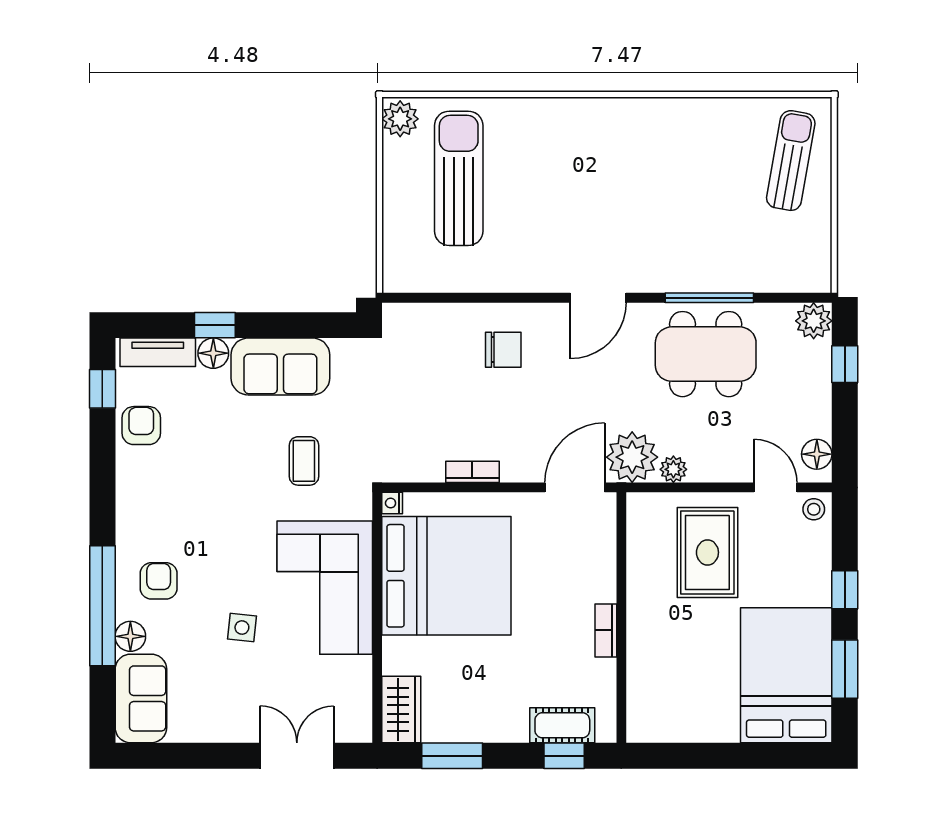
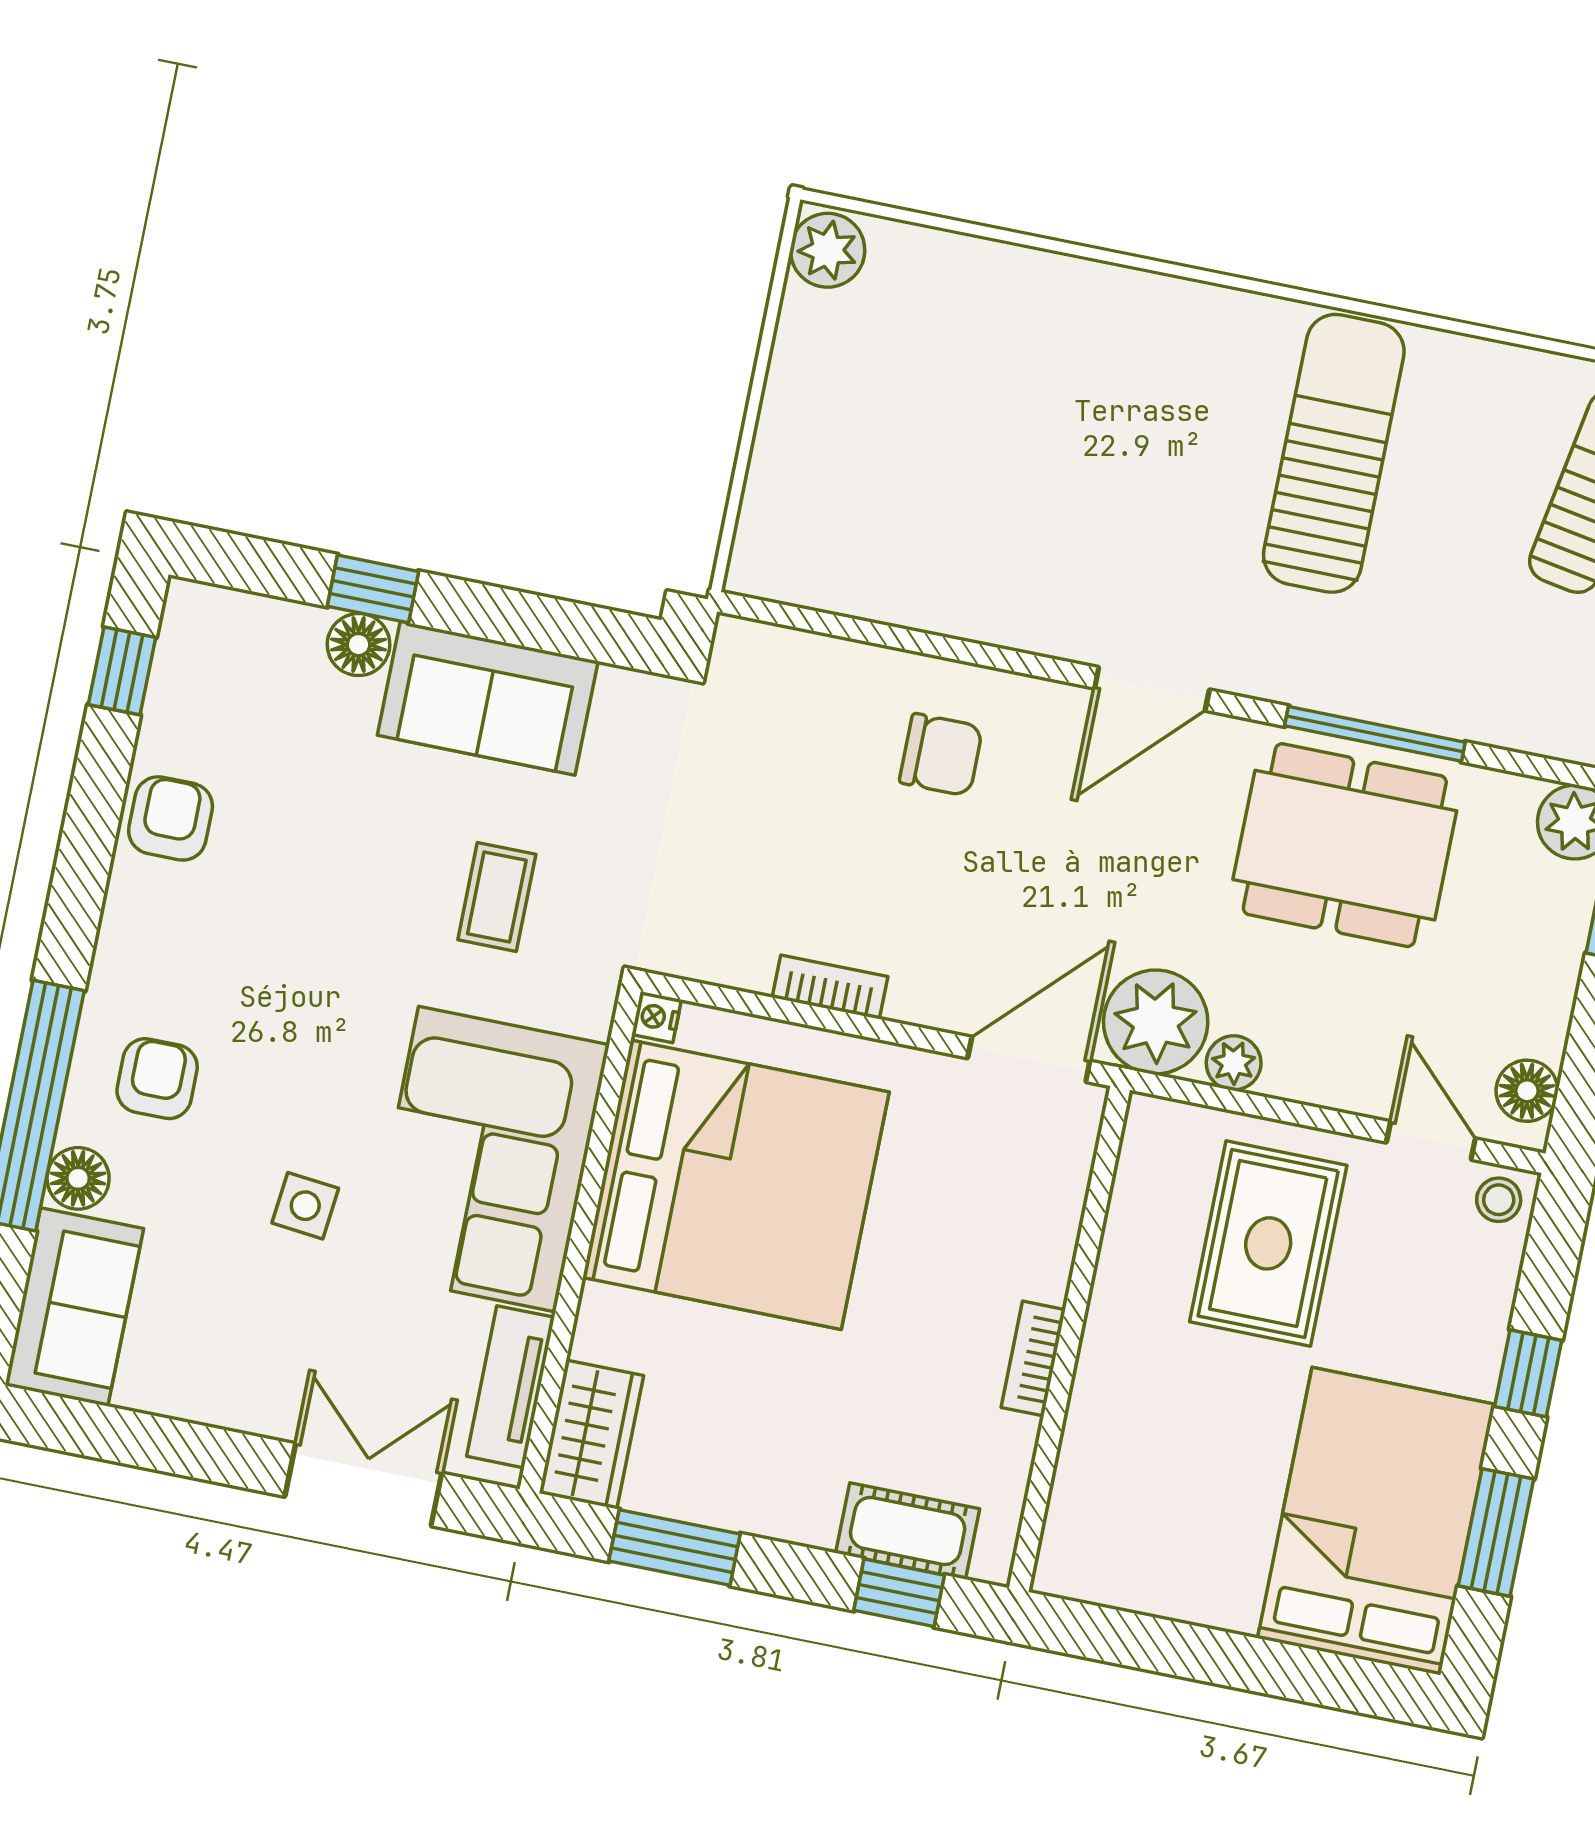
sun lounger: (459, 178) -> (1334, 453), moved
tv unit: (158, 352) -> (511, 1387), moved, turned 90
armchair: (141, 426) -> (171, 818), moved

